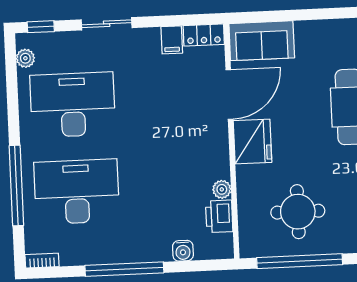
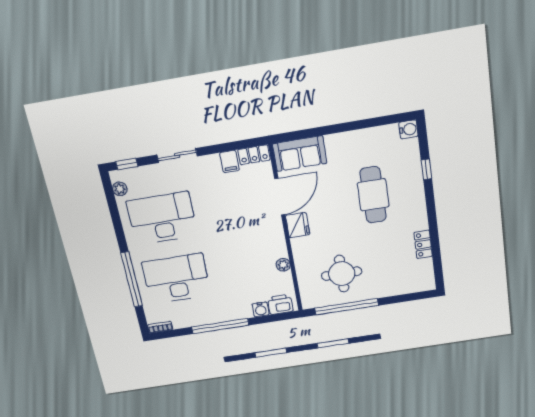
fridge: (252, 141) -> (298, 225), width x0.73, depth x0.75
printer: (219, 216) -> (280, 304), moved, turned 90

